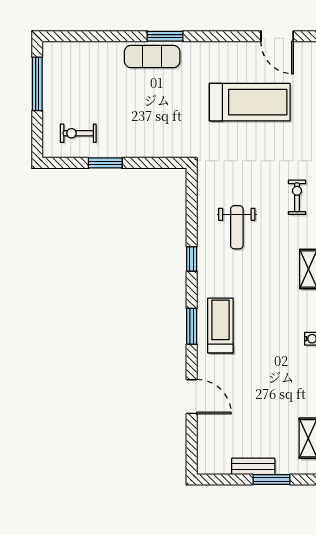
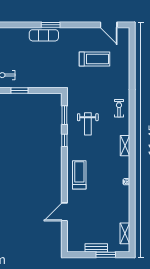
treadmill: (250, 102) -> (94, 59), width x0.73, depth x0.73
window: (192, 326) -> (64, 115), moved
door: (192, 397) -> (64, 212), swing flipped

